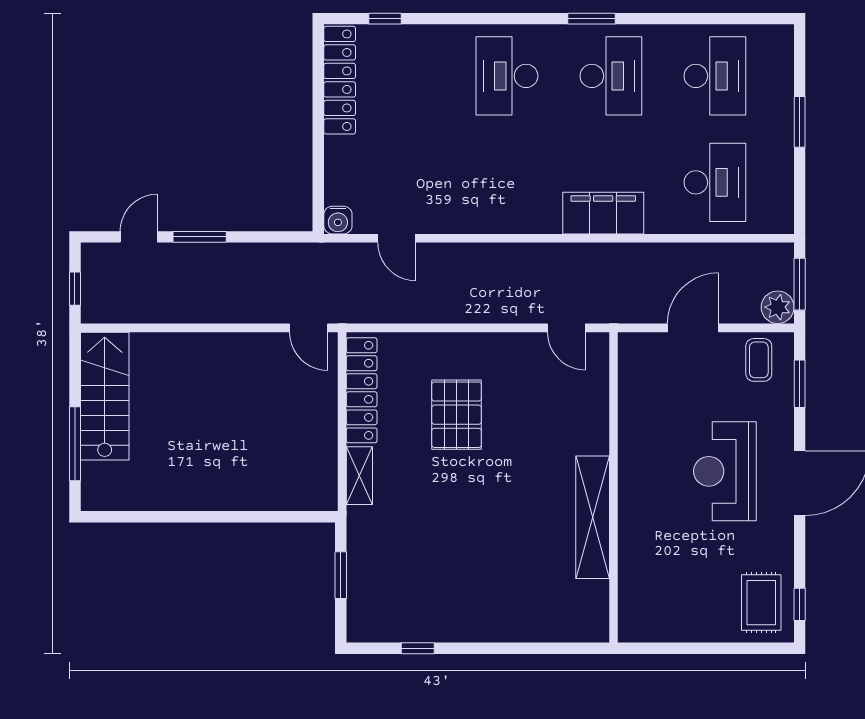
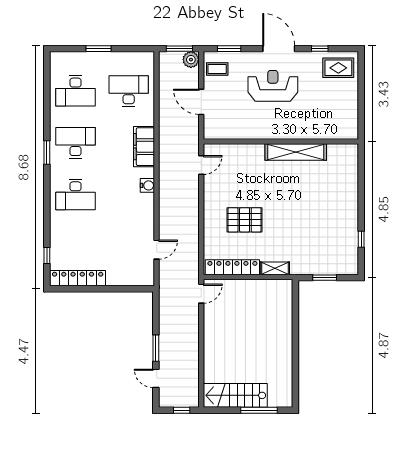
desk: (715, 76) -> (76, 91), turned 180
water cooler: (338, 220) -> (147, 185), moved
reception desk: (725, 471) -> (273, 86), turned 180
window: (800, 604) -> (320, 49), moved

